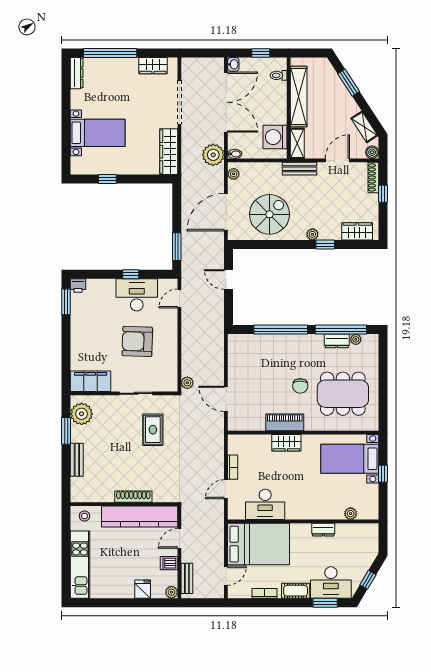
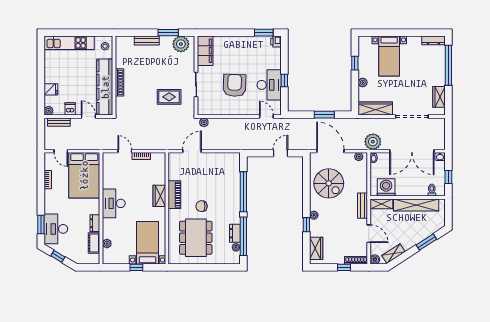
plant: (133, 168) -> (363, 82), added
window: (177, 247) -> (324, 115), moved
desk: (265, 504) -> (114, 203), moved
cot: (296, 591) -> (94, 243), moved

